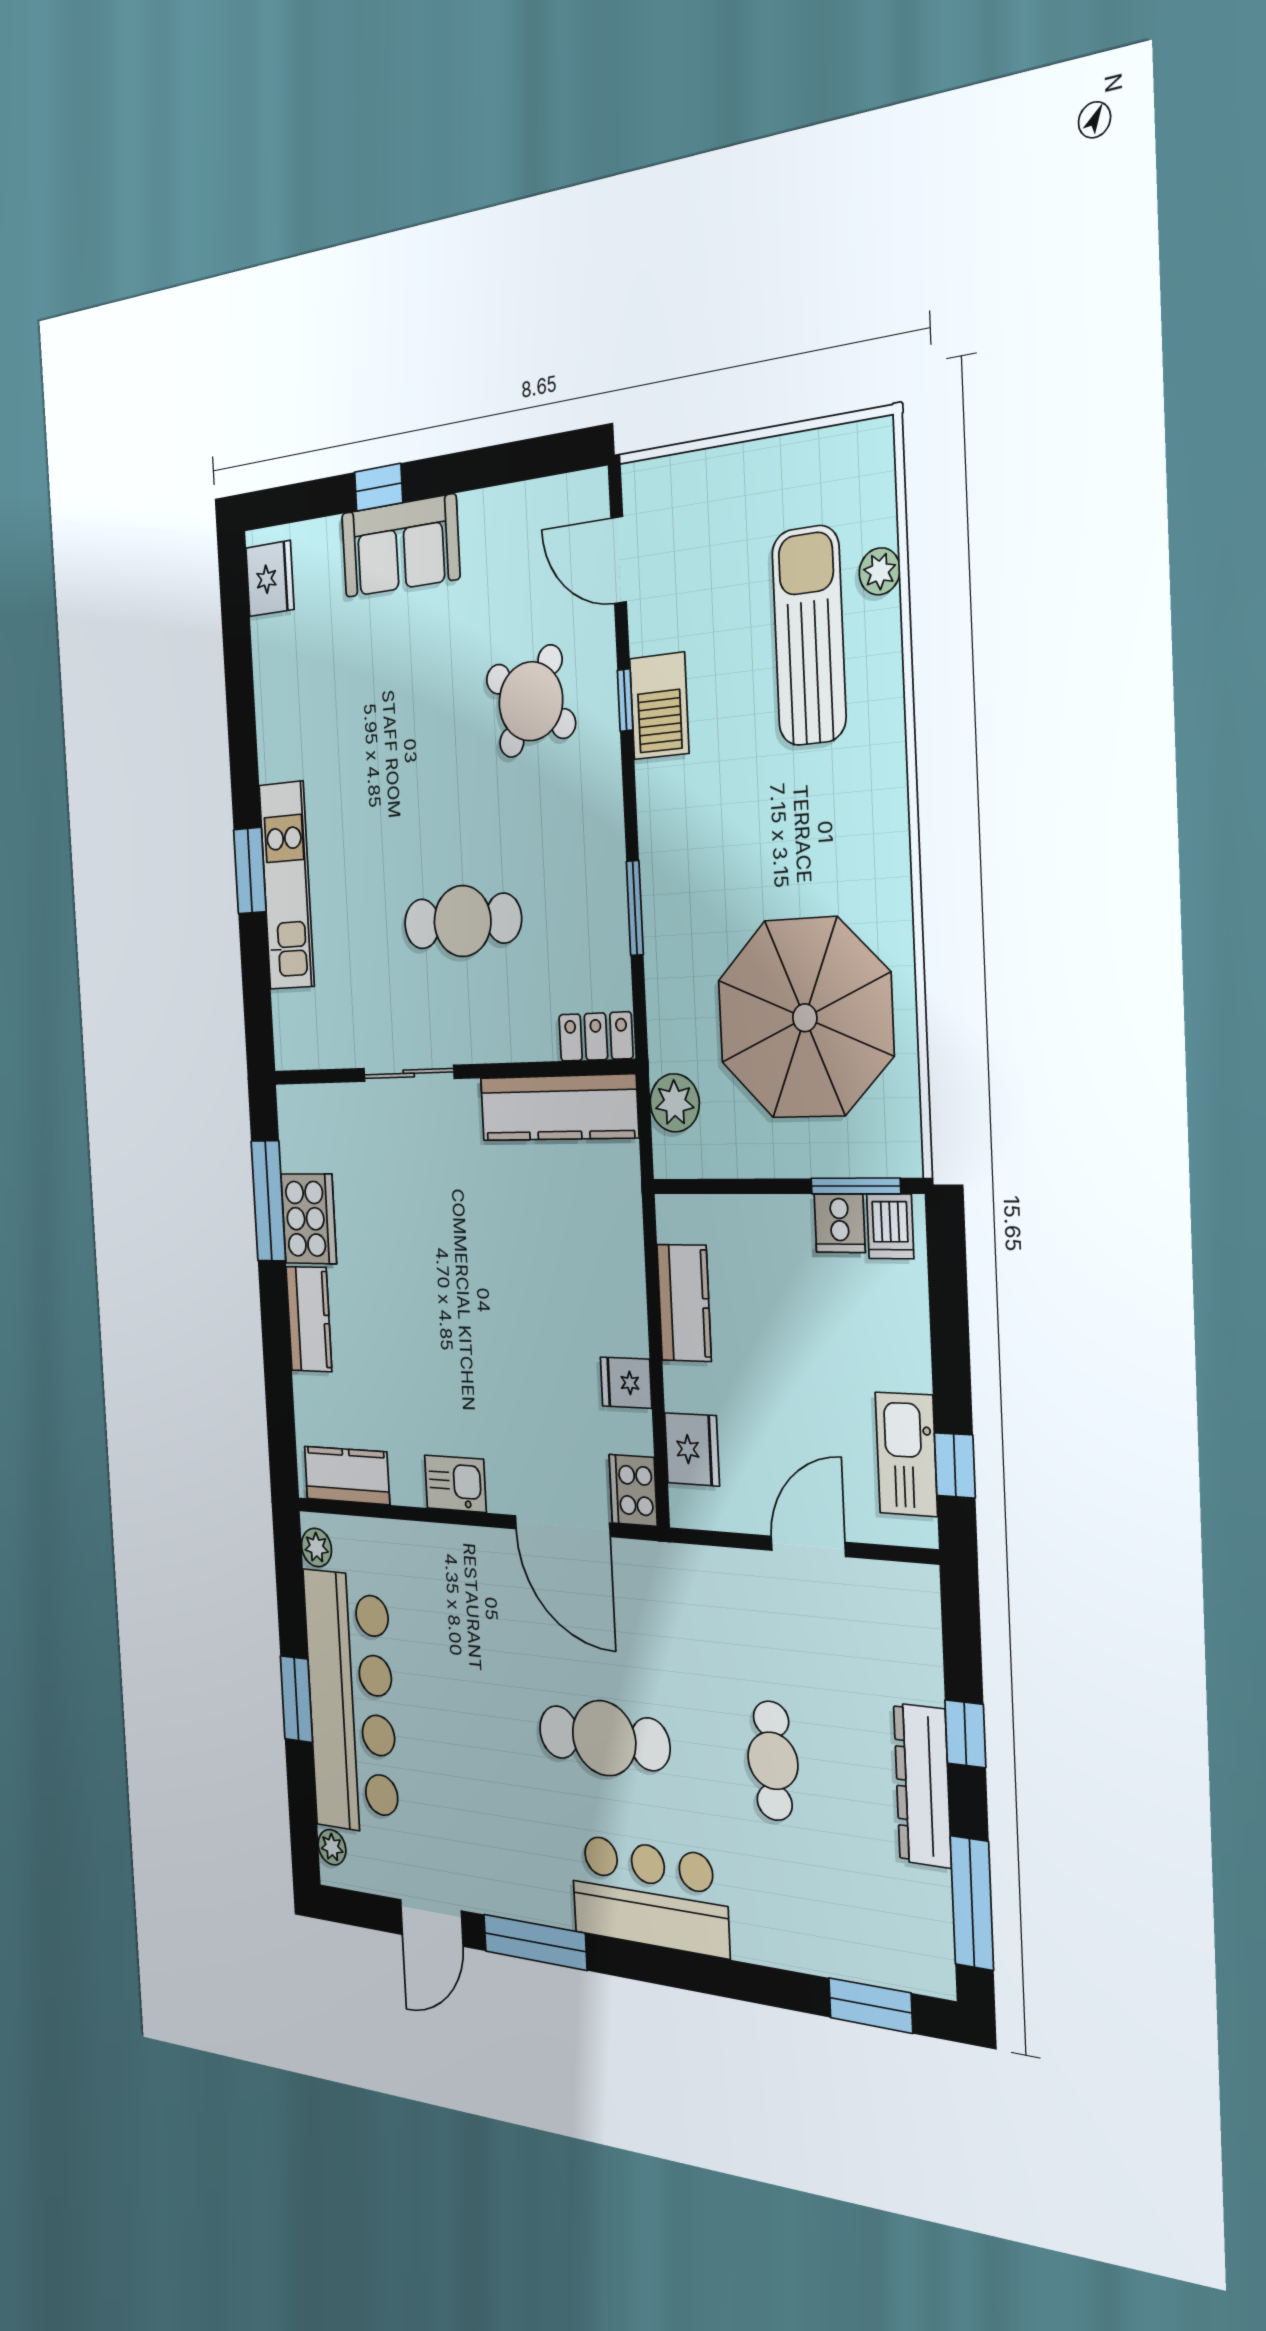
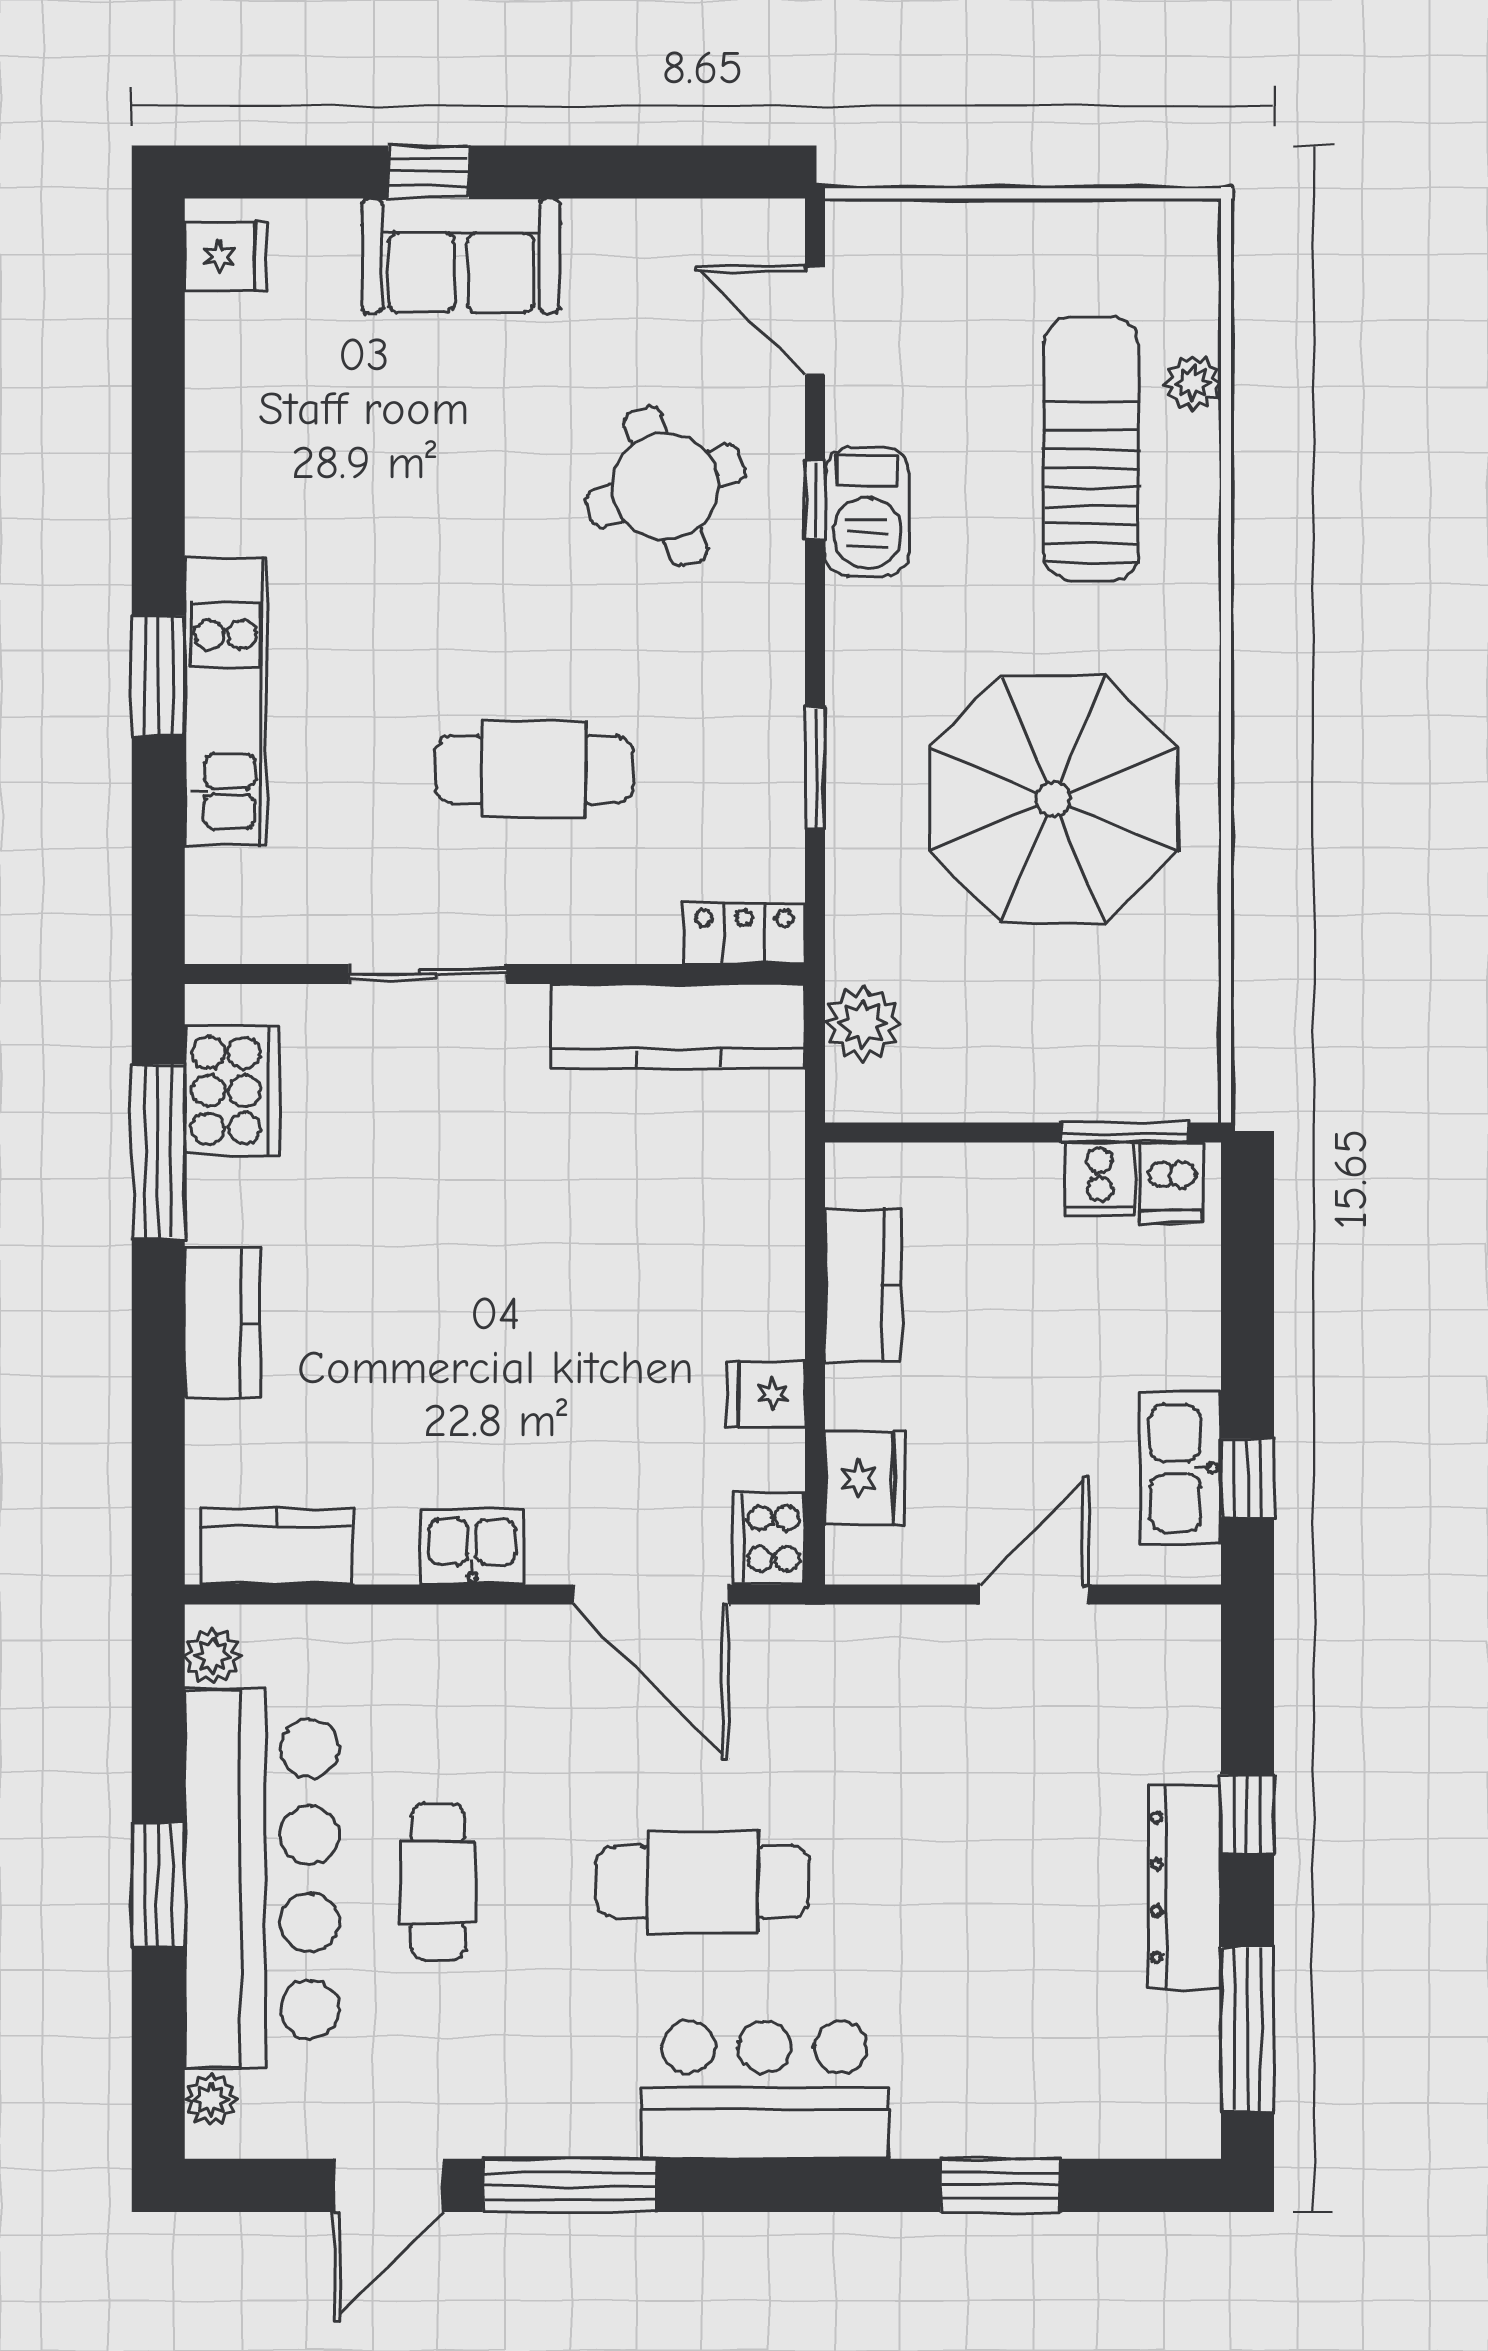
fridge: (270, 579) -> (226, 257), width x0.72
round table: (531, 701) -> (665, 486), turned 37
parasol: (805, 1018) -> (1053, 799), moved
cooker: (309, 1219) -> (232, 1091), moved
cafe table: (773, 1761) -> (438, 1882), moved
window: (871, 2005) -> (1000, 2185), moved

